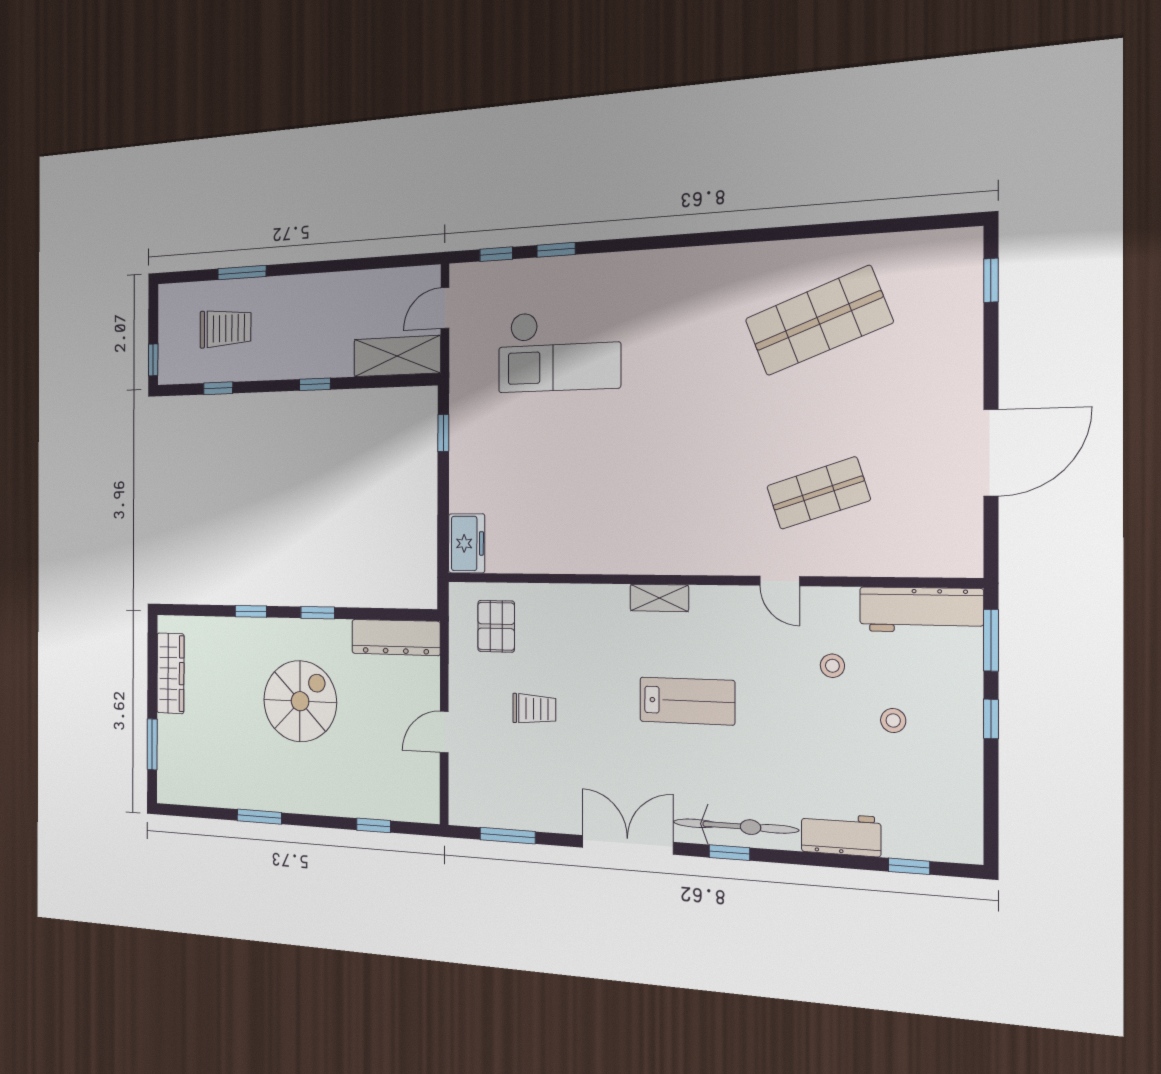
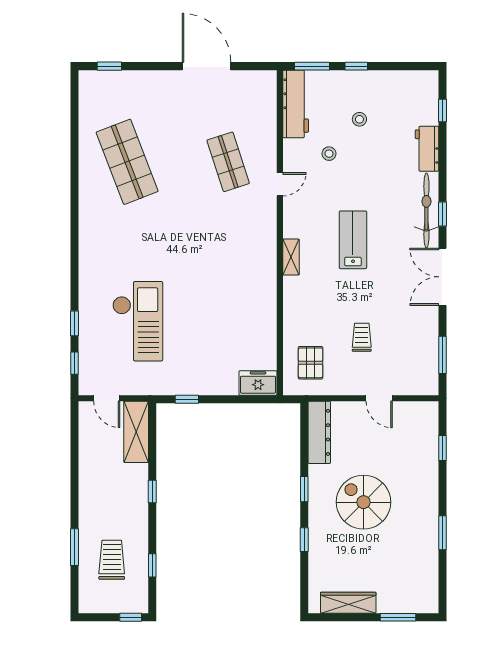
pallet: (496, 626) -> (311, 363), turned 90

